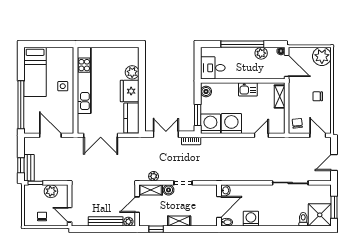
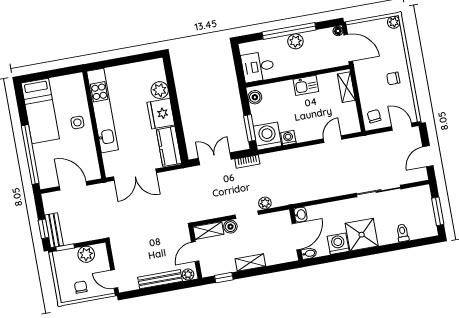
plant: (261, 53) -> (295, 41), moved
plant: (322, 56) -> (394, 22), width x0.53, depth x0.53
washing machine: (231, 124) -> (288, 138), width x0.53, depth x0.53
plant: (154, 176) -> (265, 203), moved
shower: (320, 215) -> (362, 235), moved

